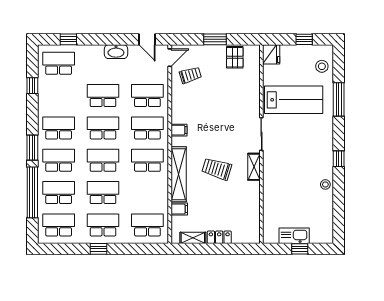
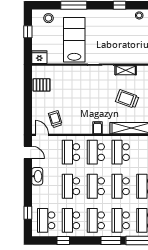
door: (147, 39) -> (28, 152), hinge flipped
window: (215, 39) -> (28, 100), removed
school desk: (59, 96) -> (71, 220), added
trolley: (217, 169) -> (127, 99), turned 93

